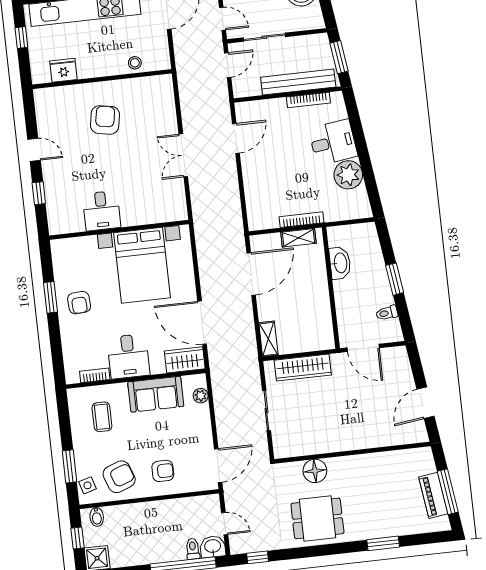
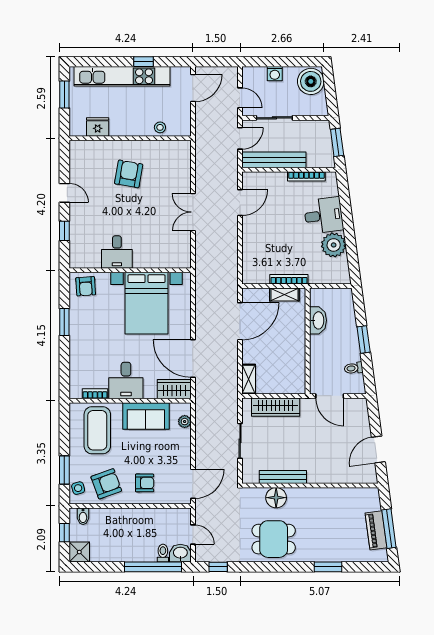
window: (21, 37) -> (64, 94), width x1.50
bench: (298, 82) -> (274, 160), moved
armchair: (79, 303) -> (86, 286), moved
coffee table: (102, 417) -> (97, 430), width x1.86, depth x1.72
bench: (320, 446) -> (283, 477), added

